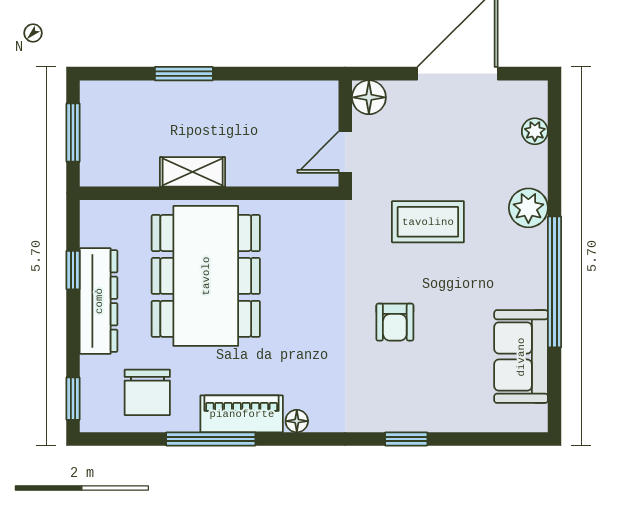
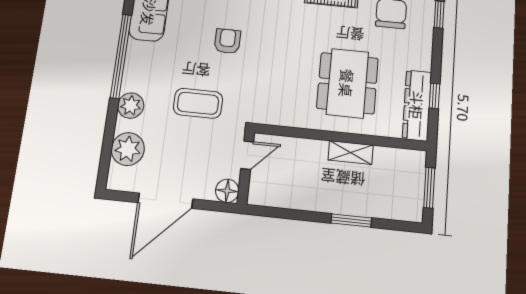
plant: (535, 131) -> (128, 149), width x1.88, depth x1.88
dining table: (206, 276) -> (347, 83), width x0.73, depth x0.80
dresser: (99, 301) -> (417, 105), moved

